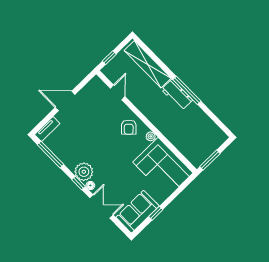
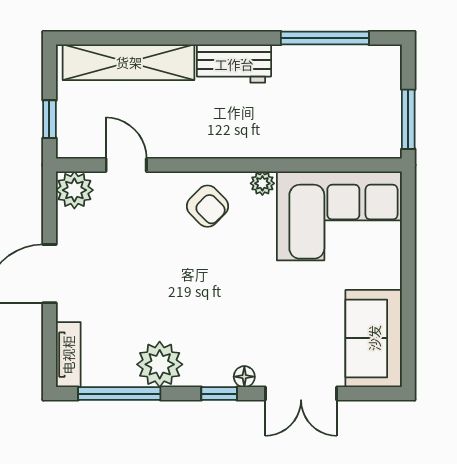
plant: (96, 85) -> (74, 190), added
window: (187, 90) -> (325, 38), moved
plant: (84, 172) -> (160, 364), moved
double door: (101, 206) -> (301, 394), swing flipped
window: (156, 213) -> (408, 308), removed

